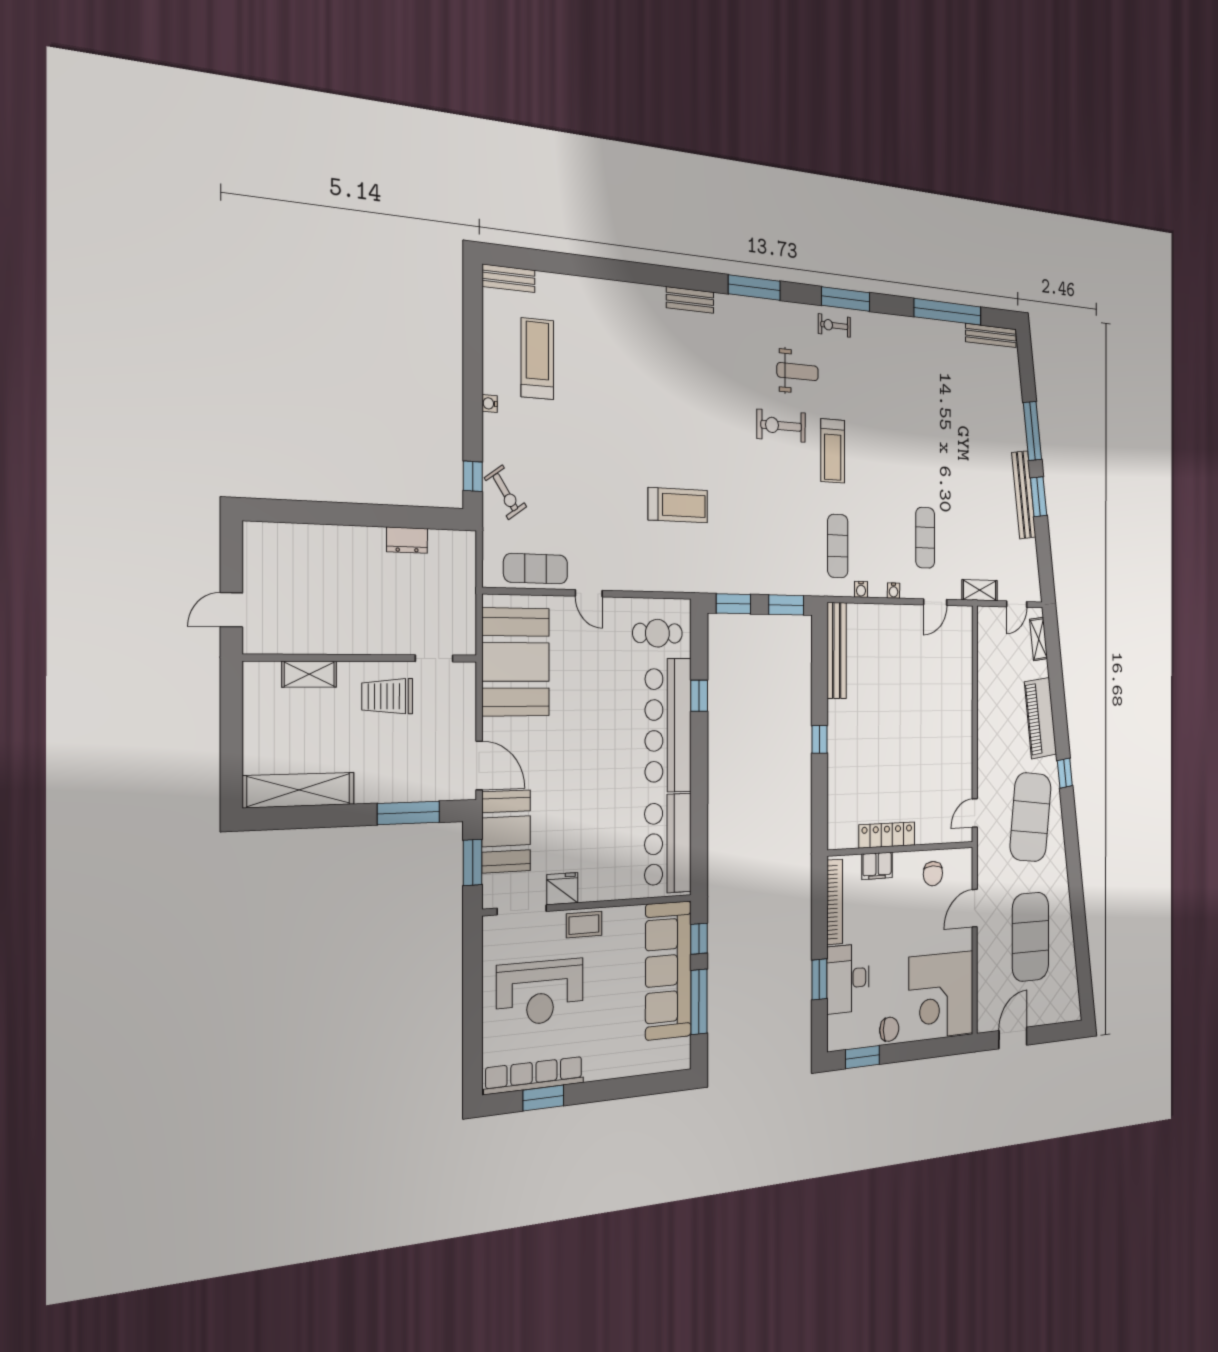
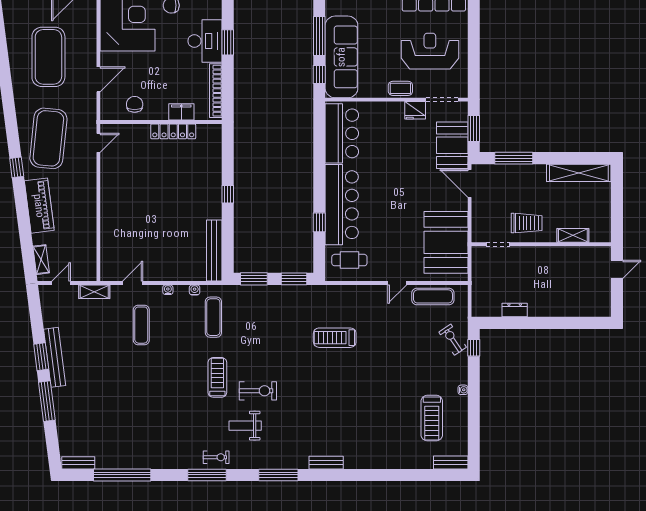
bench: (991, 336) -> (78, 463), width x0.73
door: (589, 593) -> (397, 283), swing flipped

